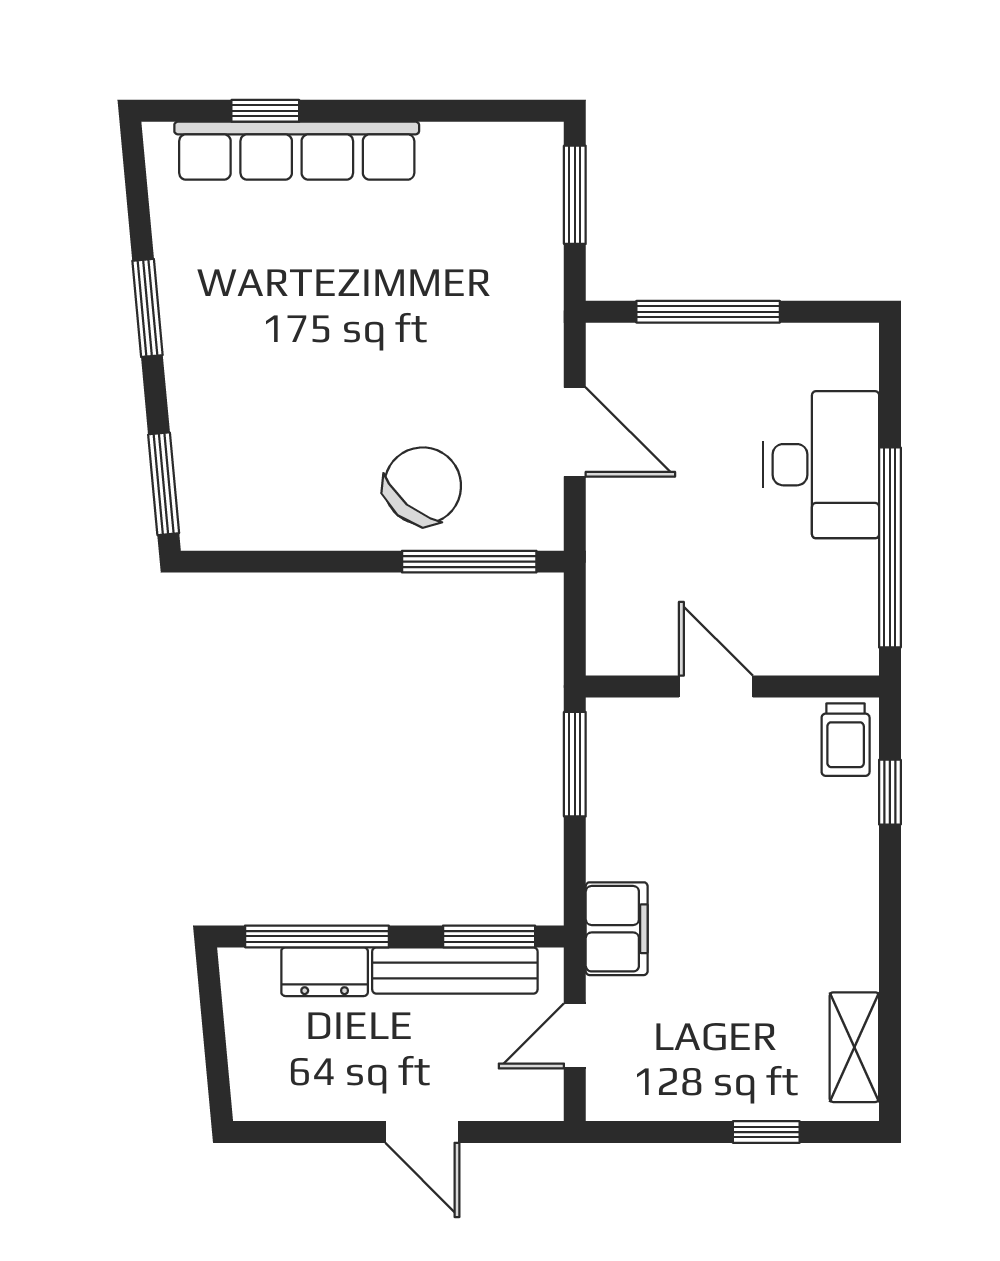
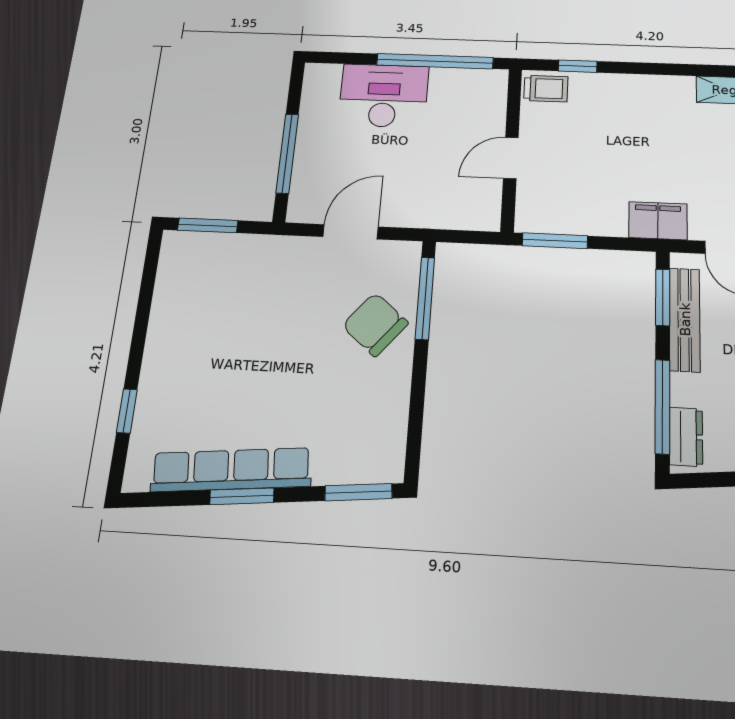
row of seats: (297, 151) -> (231, 470), moved, turned -95
dresser: (325, 972) -> (686, 437), moved

